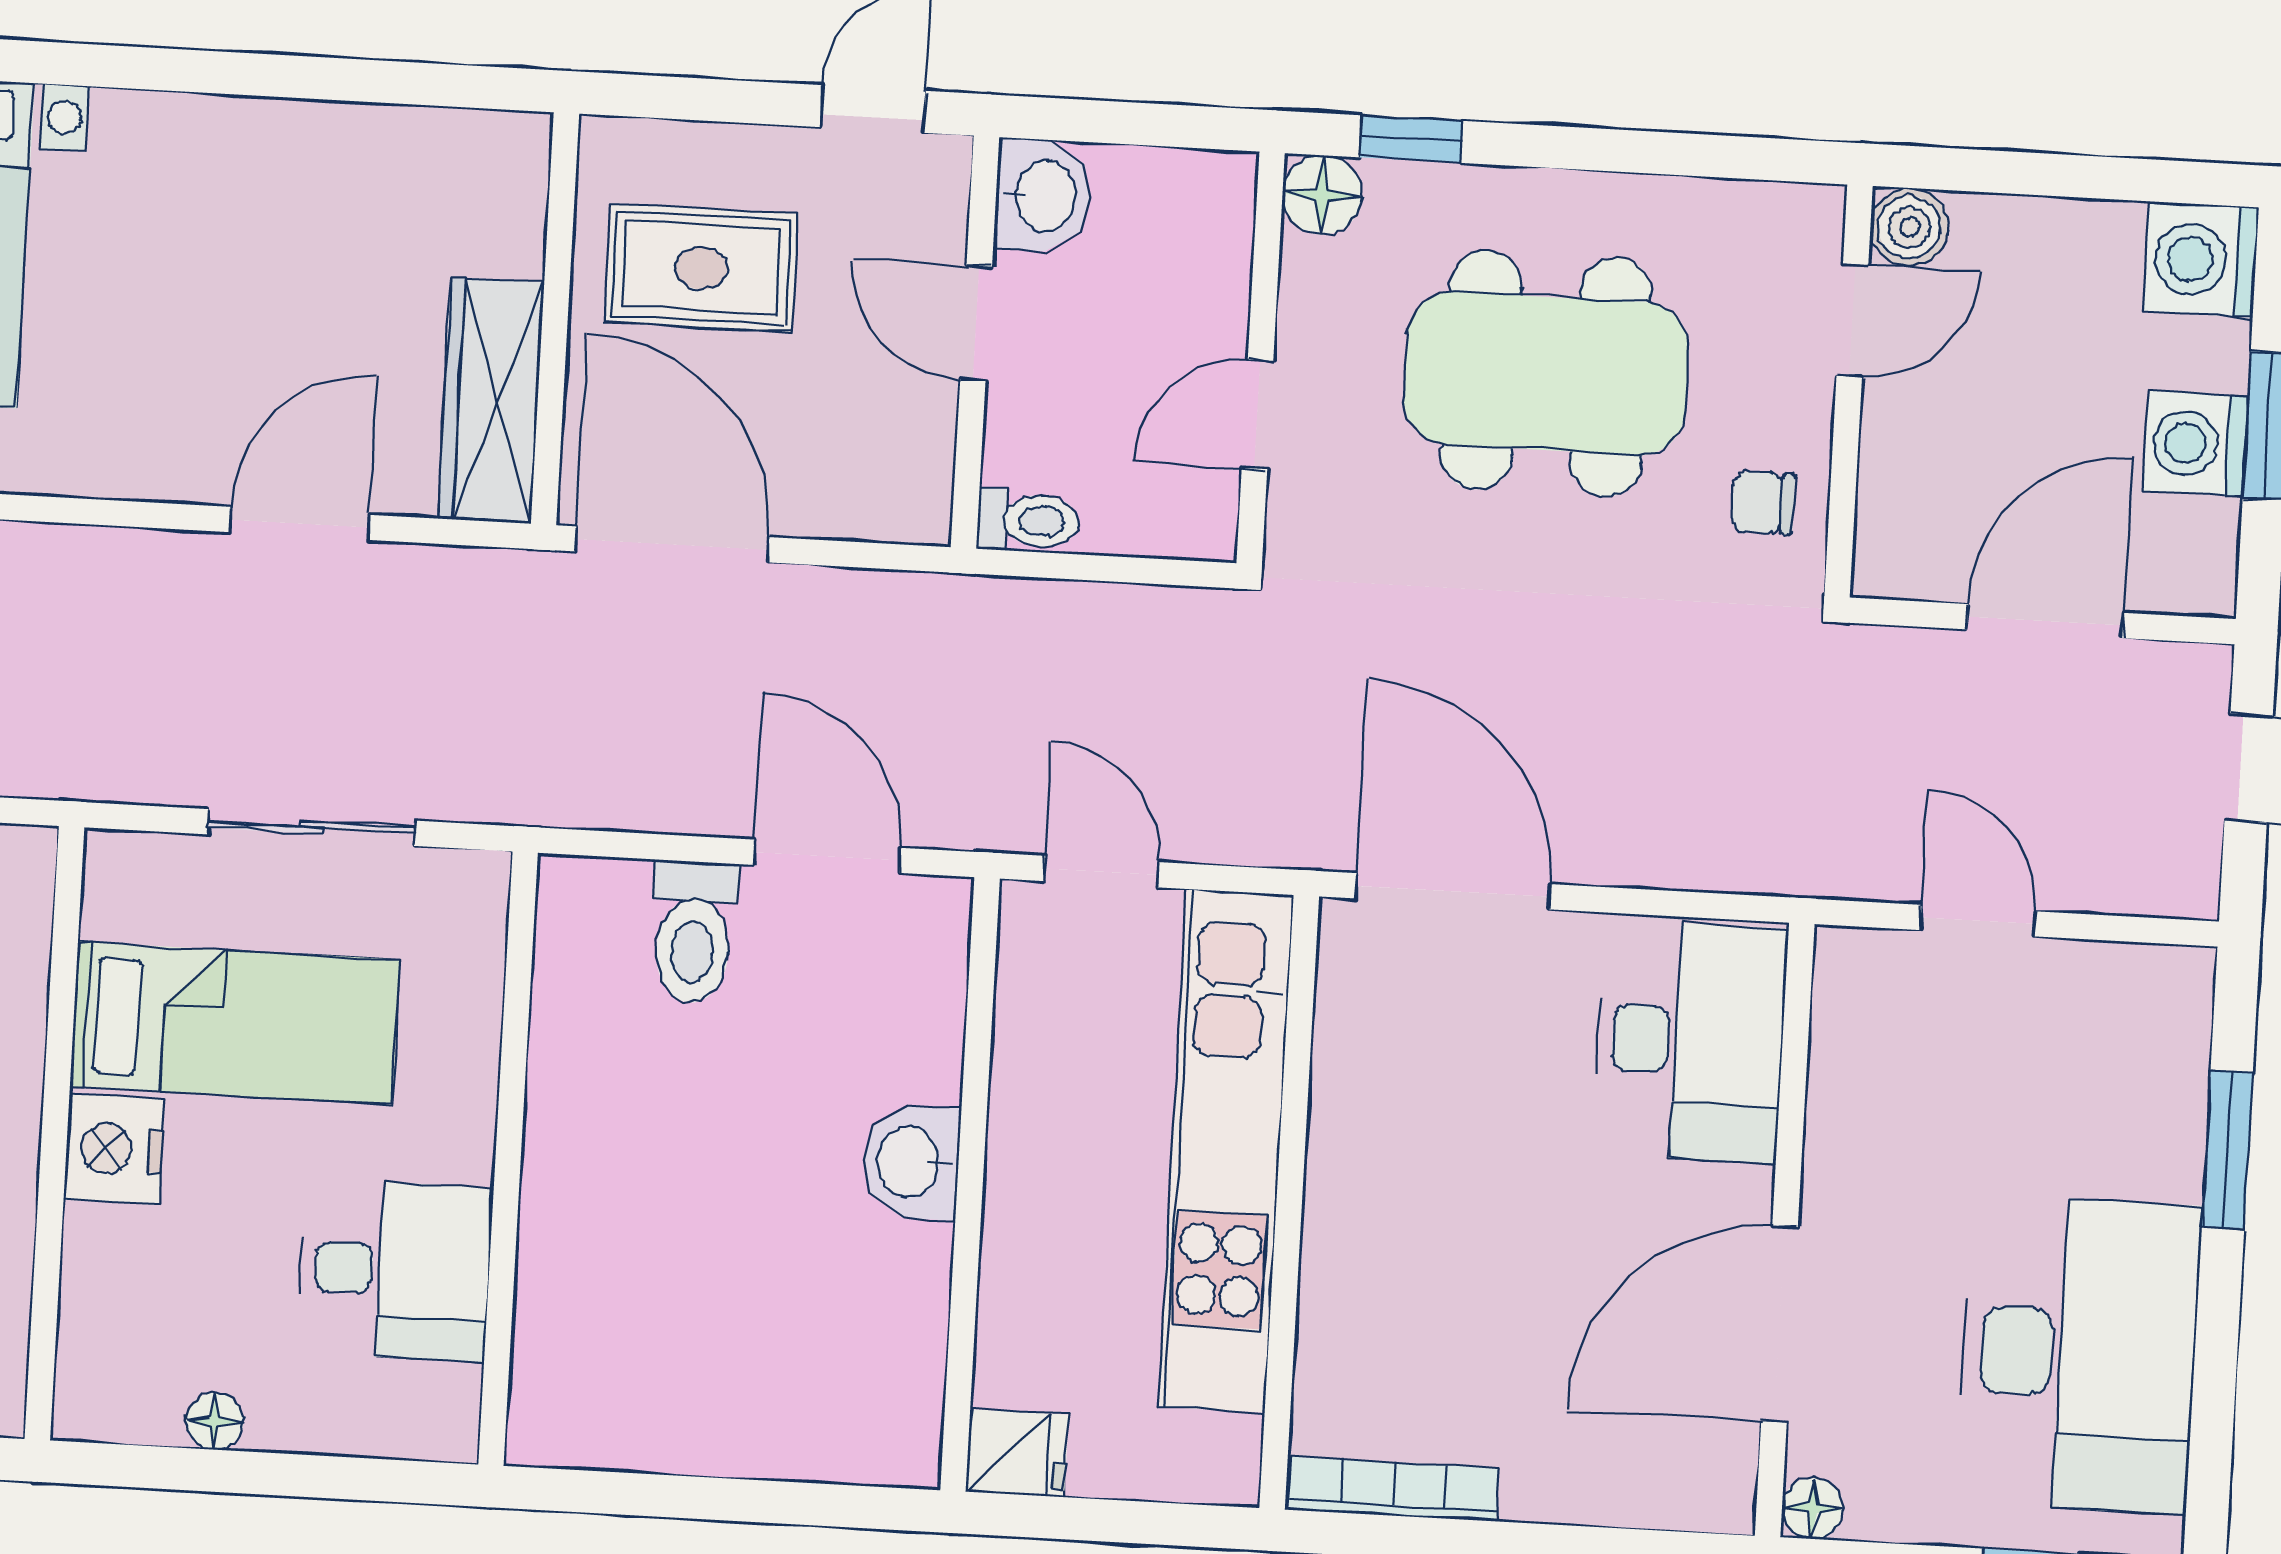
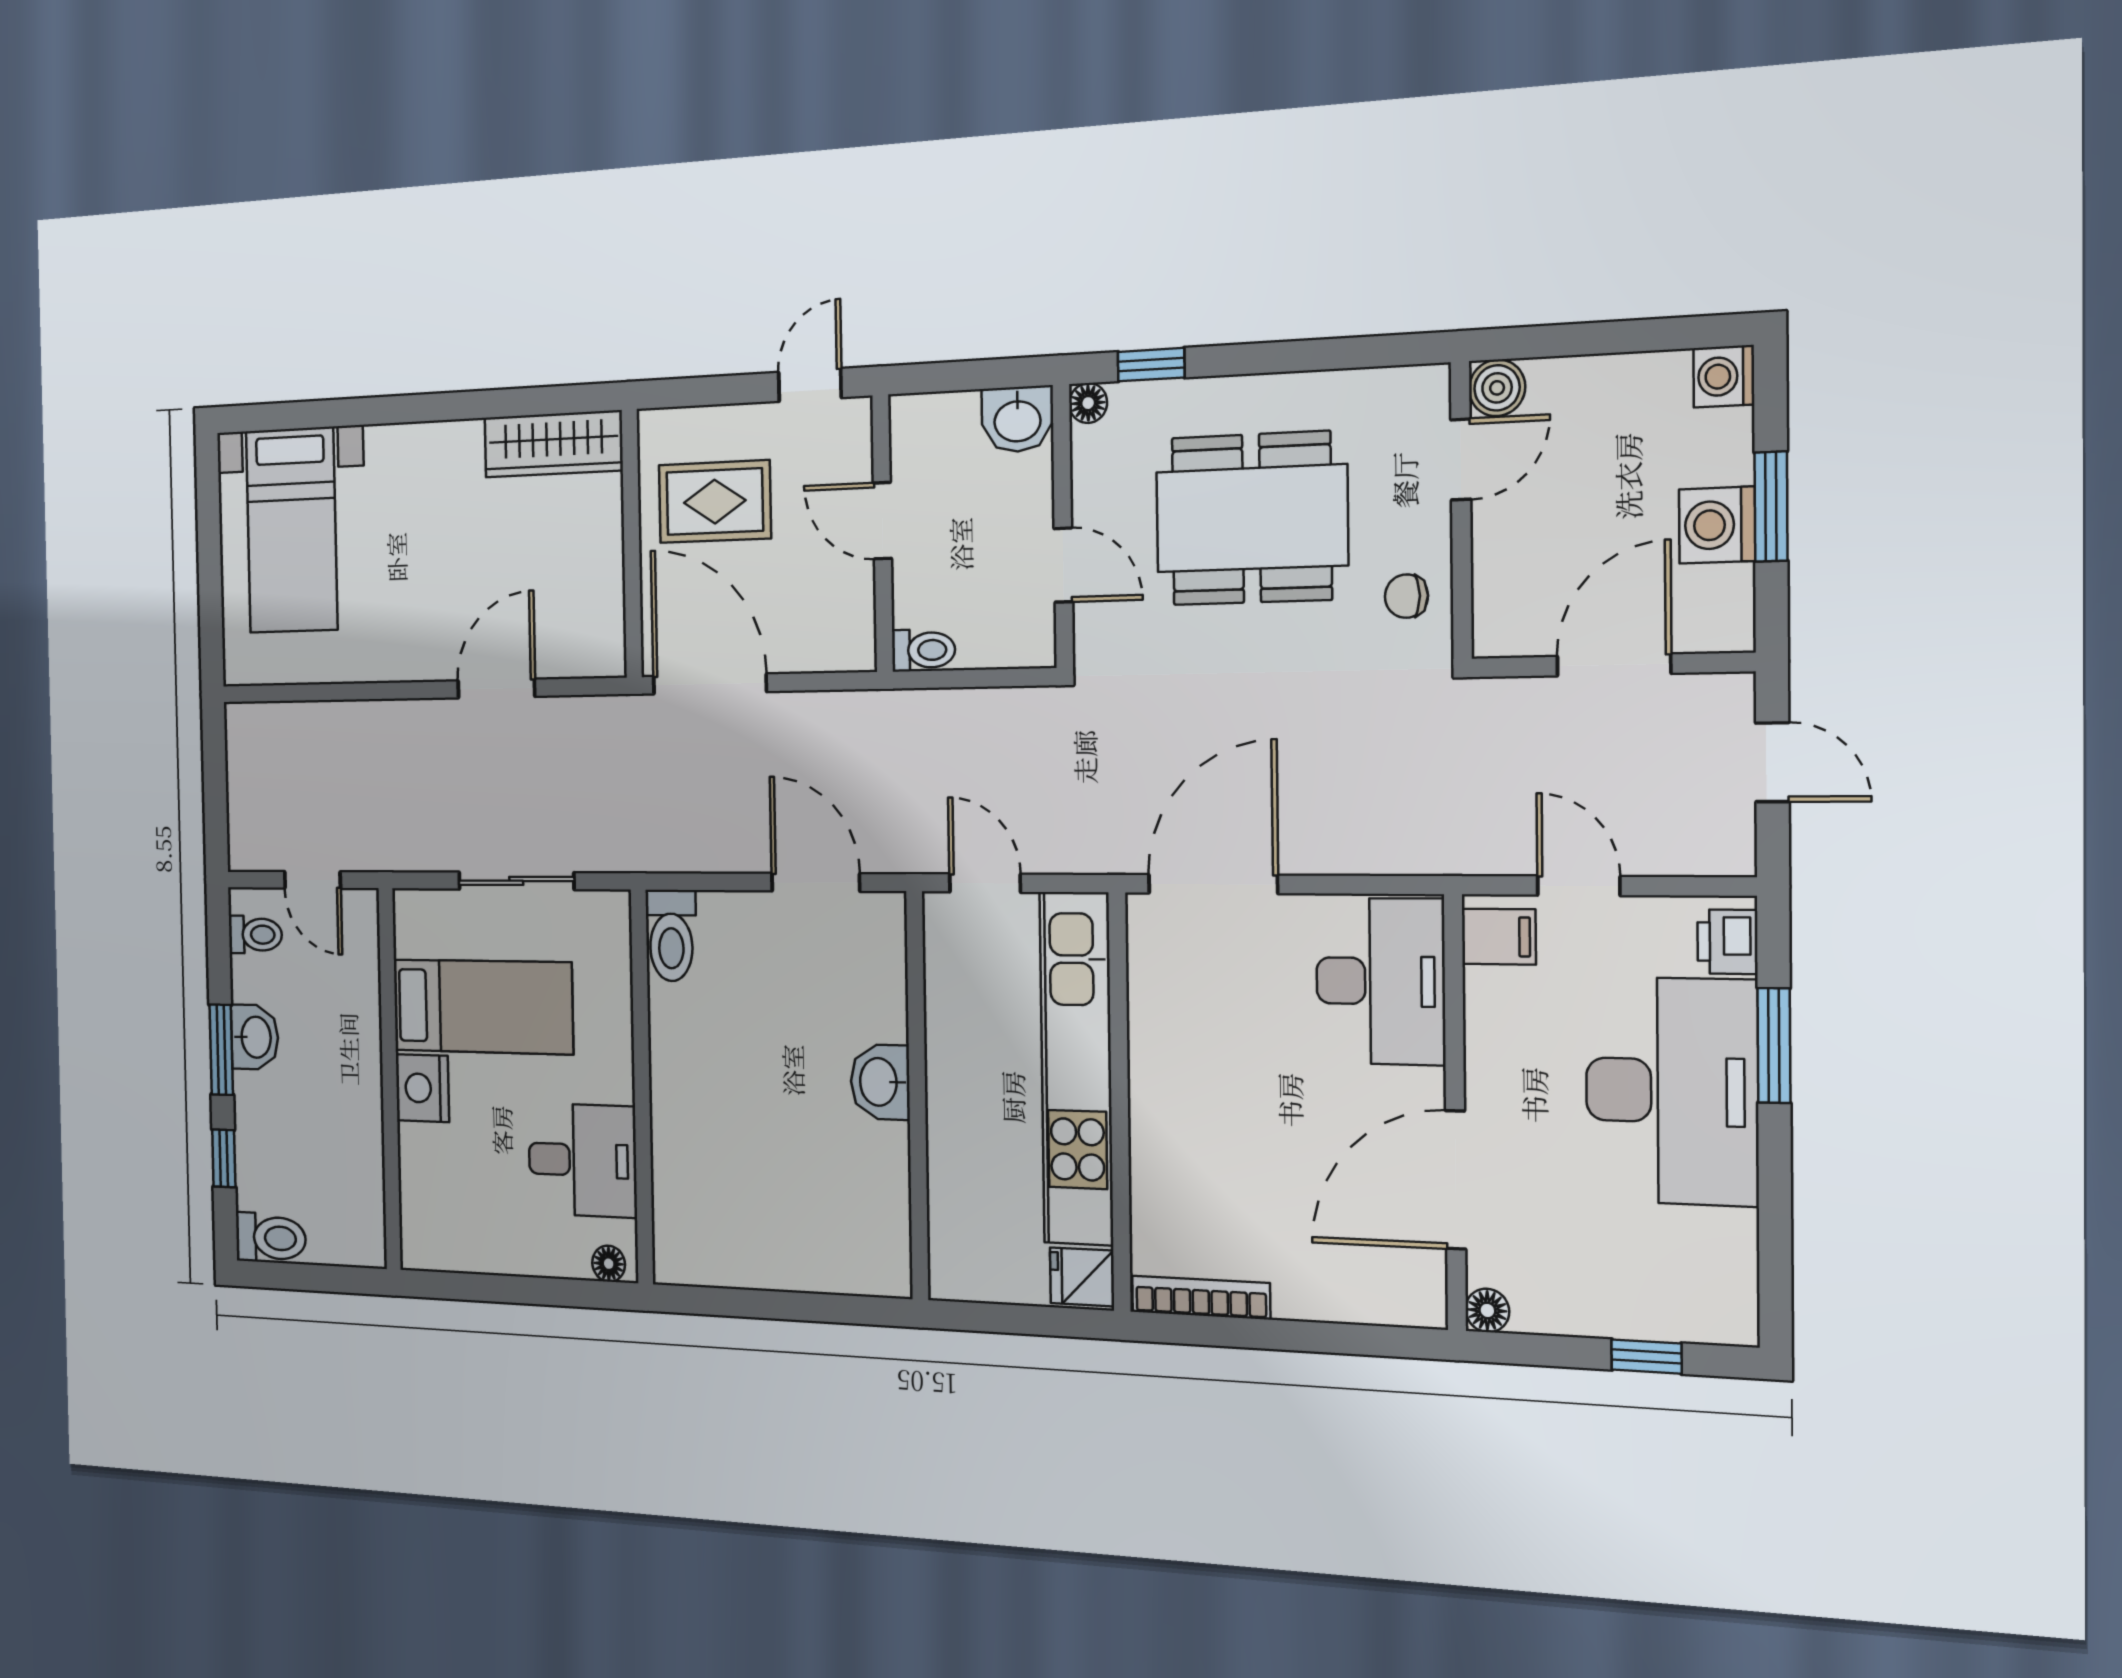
washbasin: (1043, 195) -> (1017, 419), moved, turned 90
floor lamp: (1322, 195) -> (1088, 403), width x0.73, depth x0.73
washing machine: (2201, 259) -> (1724, 376), width x0.73, depth x0.73
wardrobe: (491, 401) -> (553, 444), moved, turned -90
door: (1257, 414) -> (1063, 565), swing flipped
door: (1453, 891) -> (1213, 884), hinge flipped
toilet: (693, 932) -> (671, 935), moved
filing cabinet: (1863, 986) -> (1499, 937), added
printer: (2175, 1007) -> (1728, 942), added
desk: (2079, 1354) -> (1672, 1091), moved
floor lamp: (215, 1421) -> (609, 1264), moved
fridge: (1017, 1453) -> (1082, 1277), moved, turned 180

